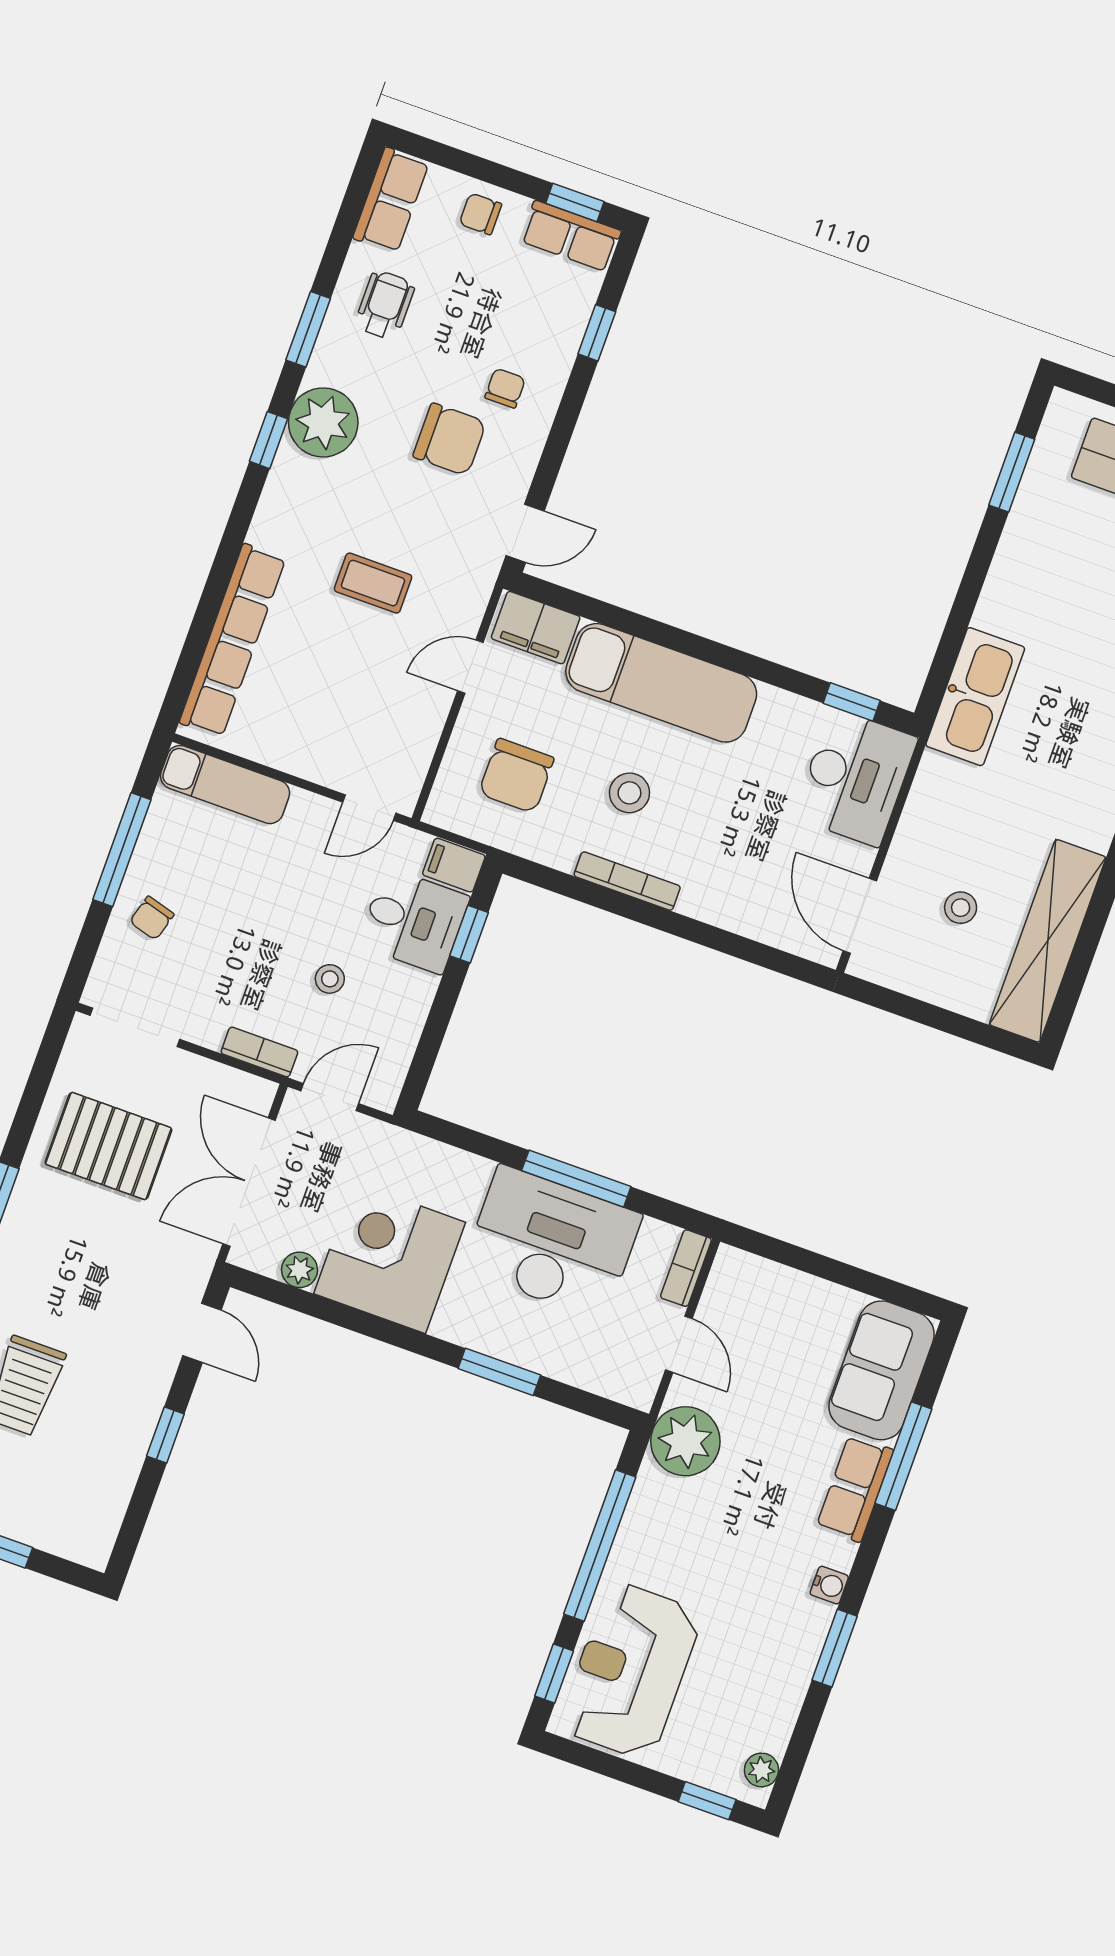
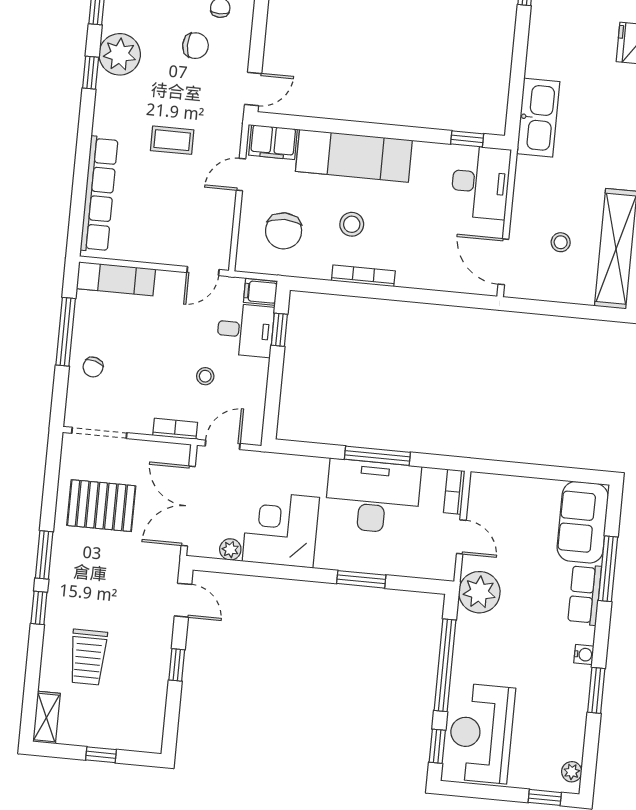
chair: (450, 439) -> (195, 46), width x0.73, depth x0.73

